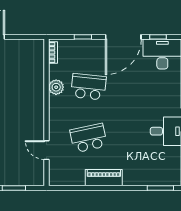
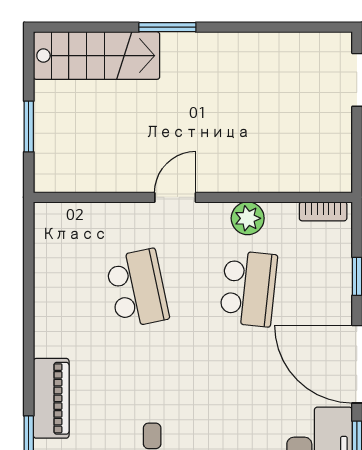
door: (46, 150) -> (175, 197), moved
piano: (104, 178) -> (51, 398), moved

